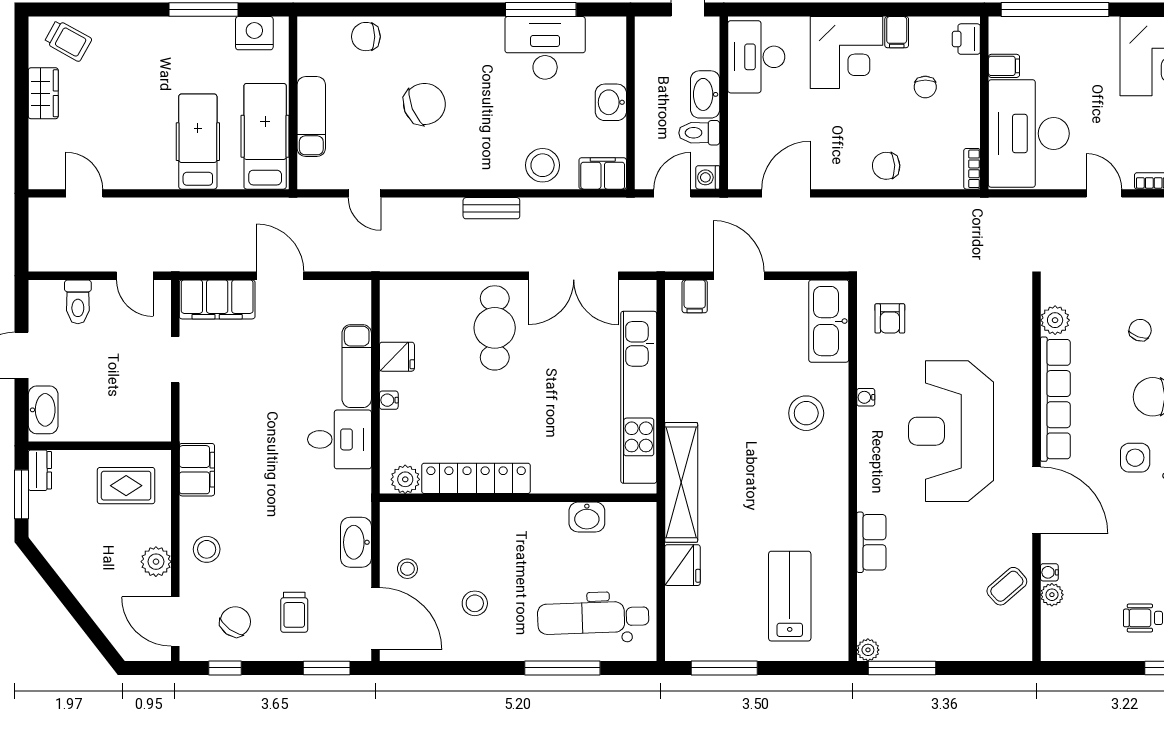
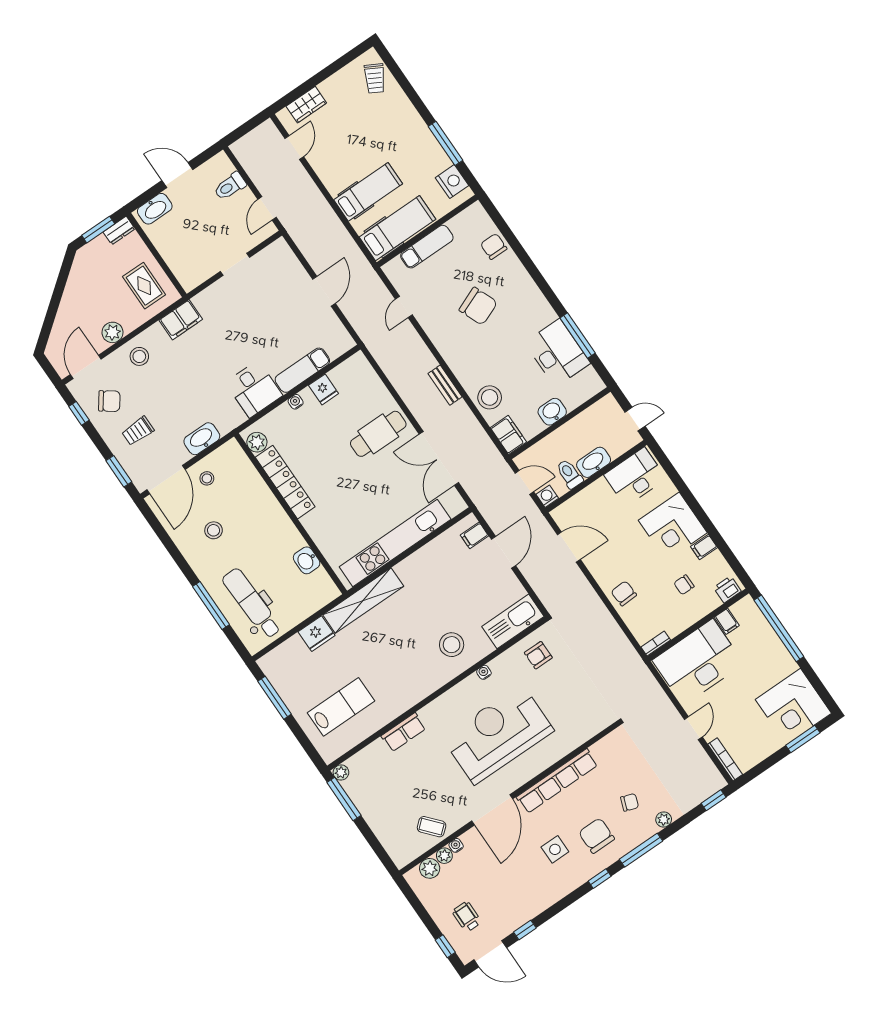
wardrobe: (43, 93) -> (306, 105), moved
filing cabinet: (217, 299) -> (286, 265), removed
plant: (1055, 320) -> (430, 868), moved

